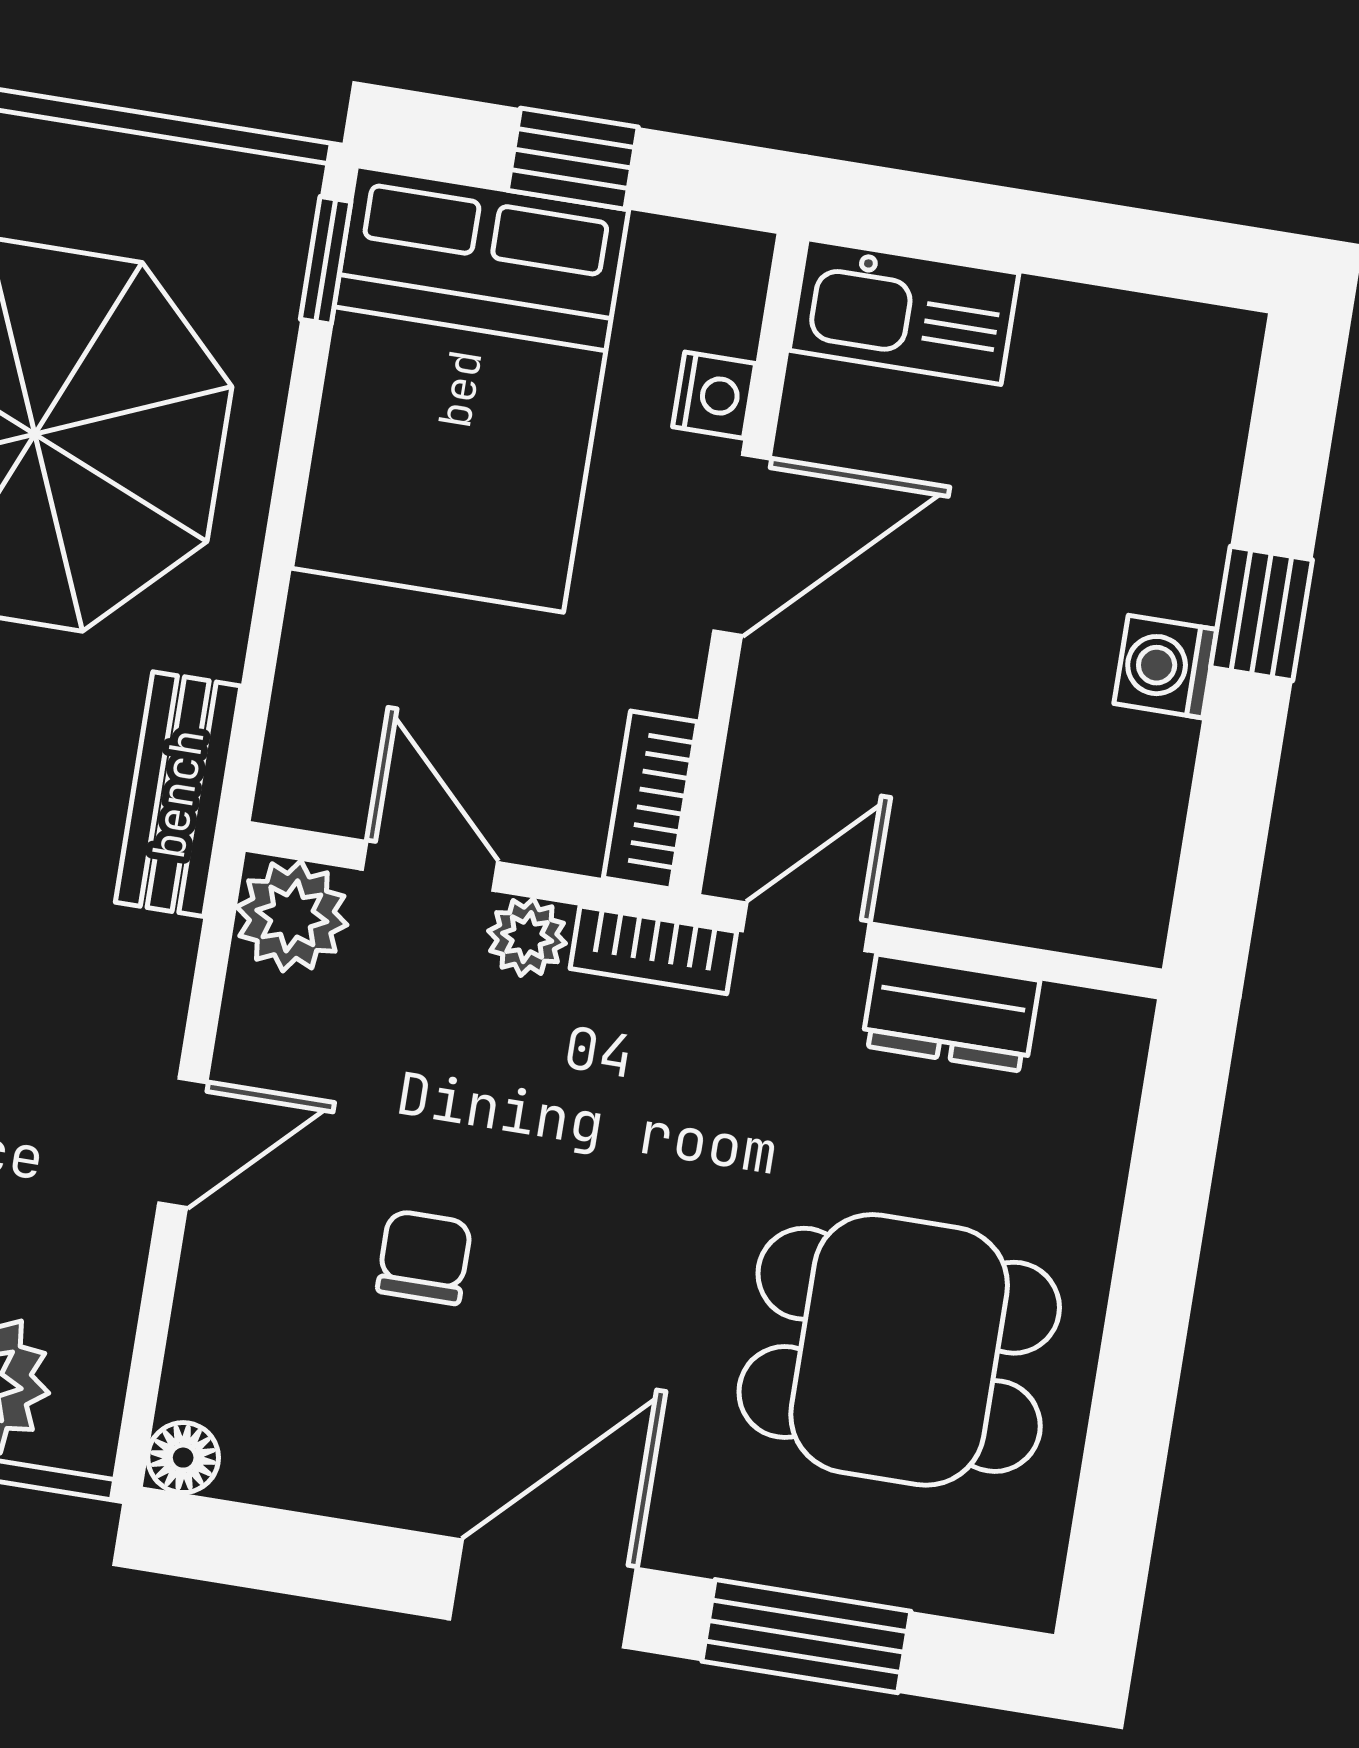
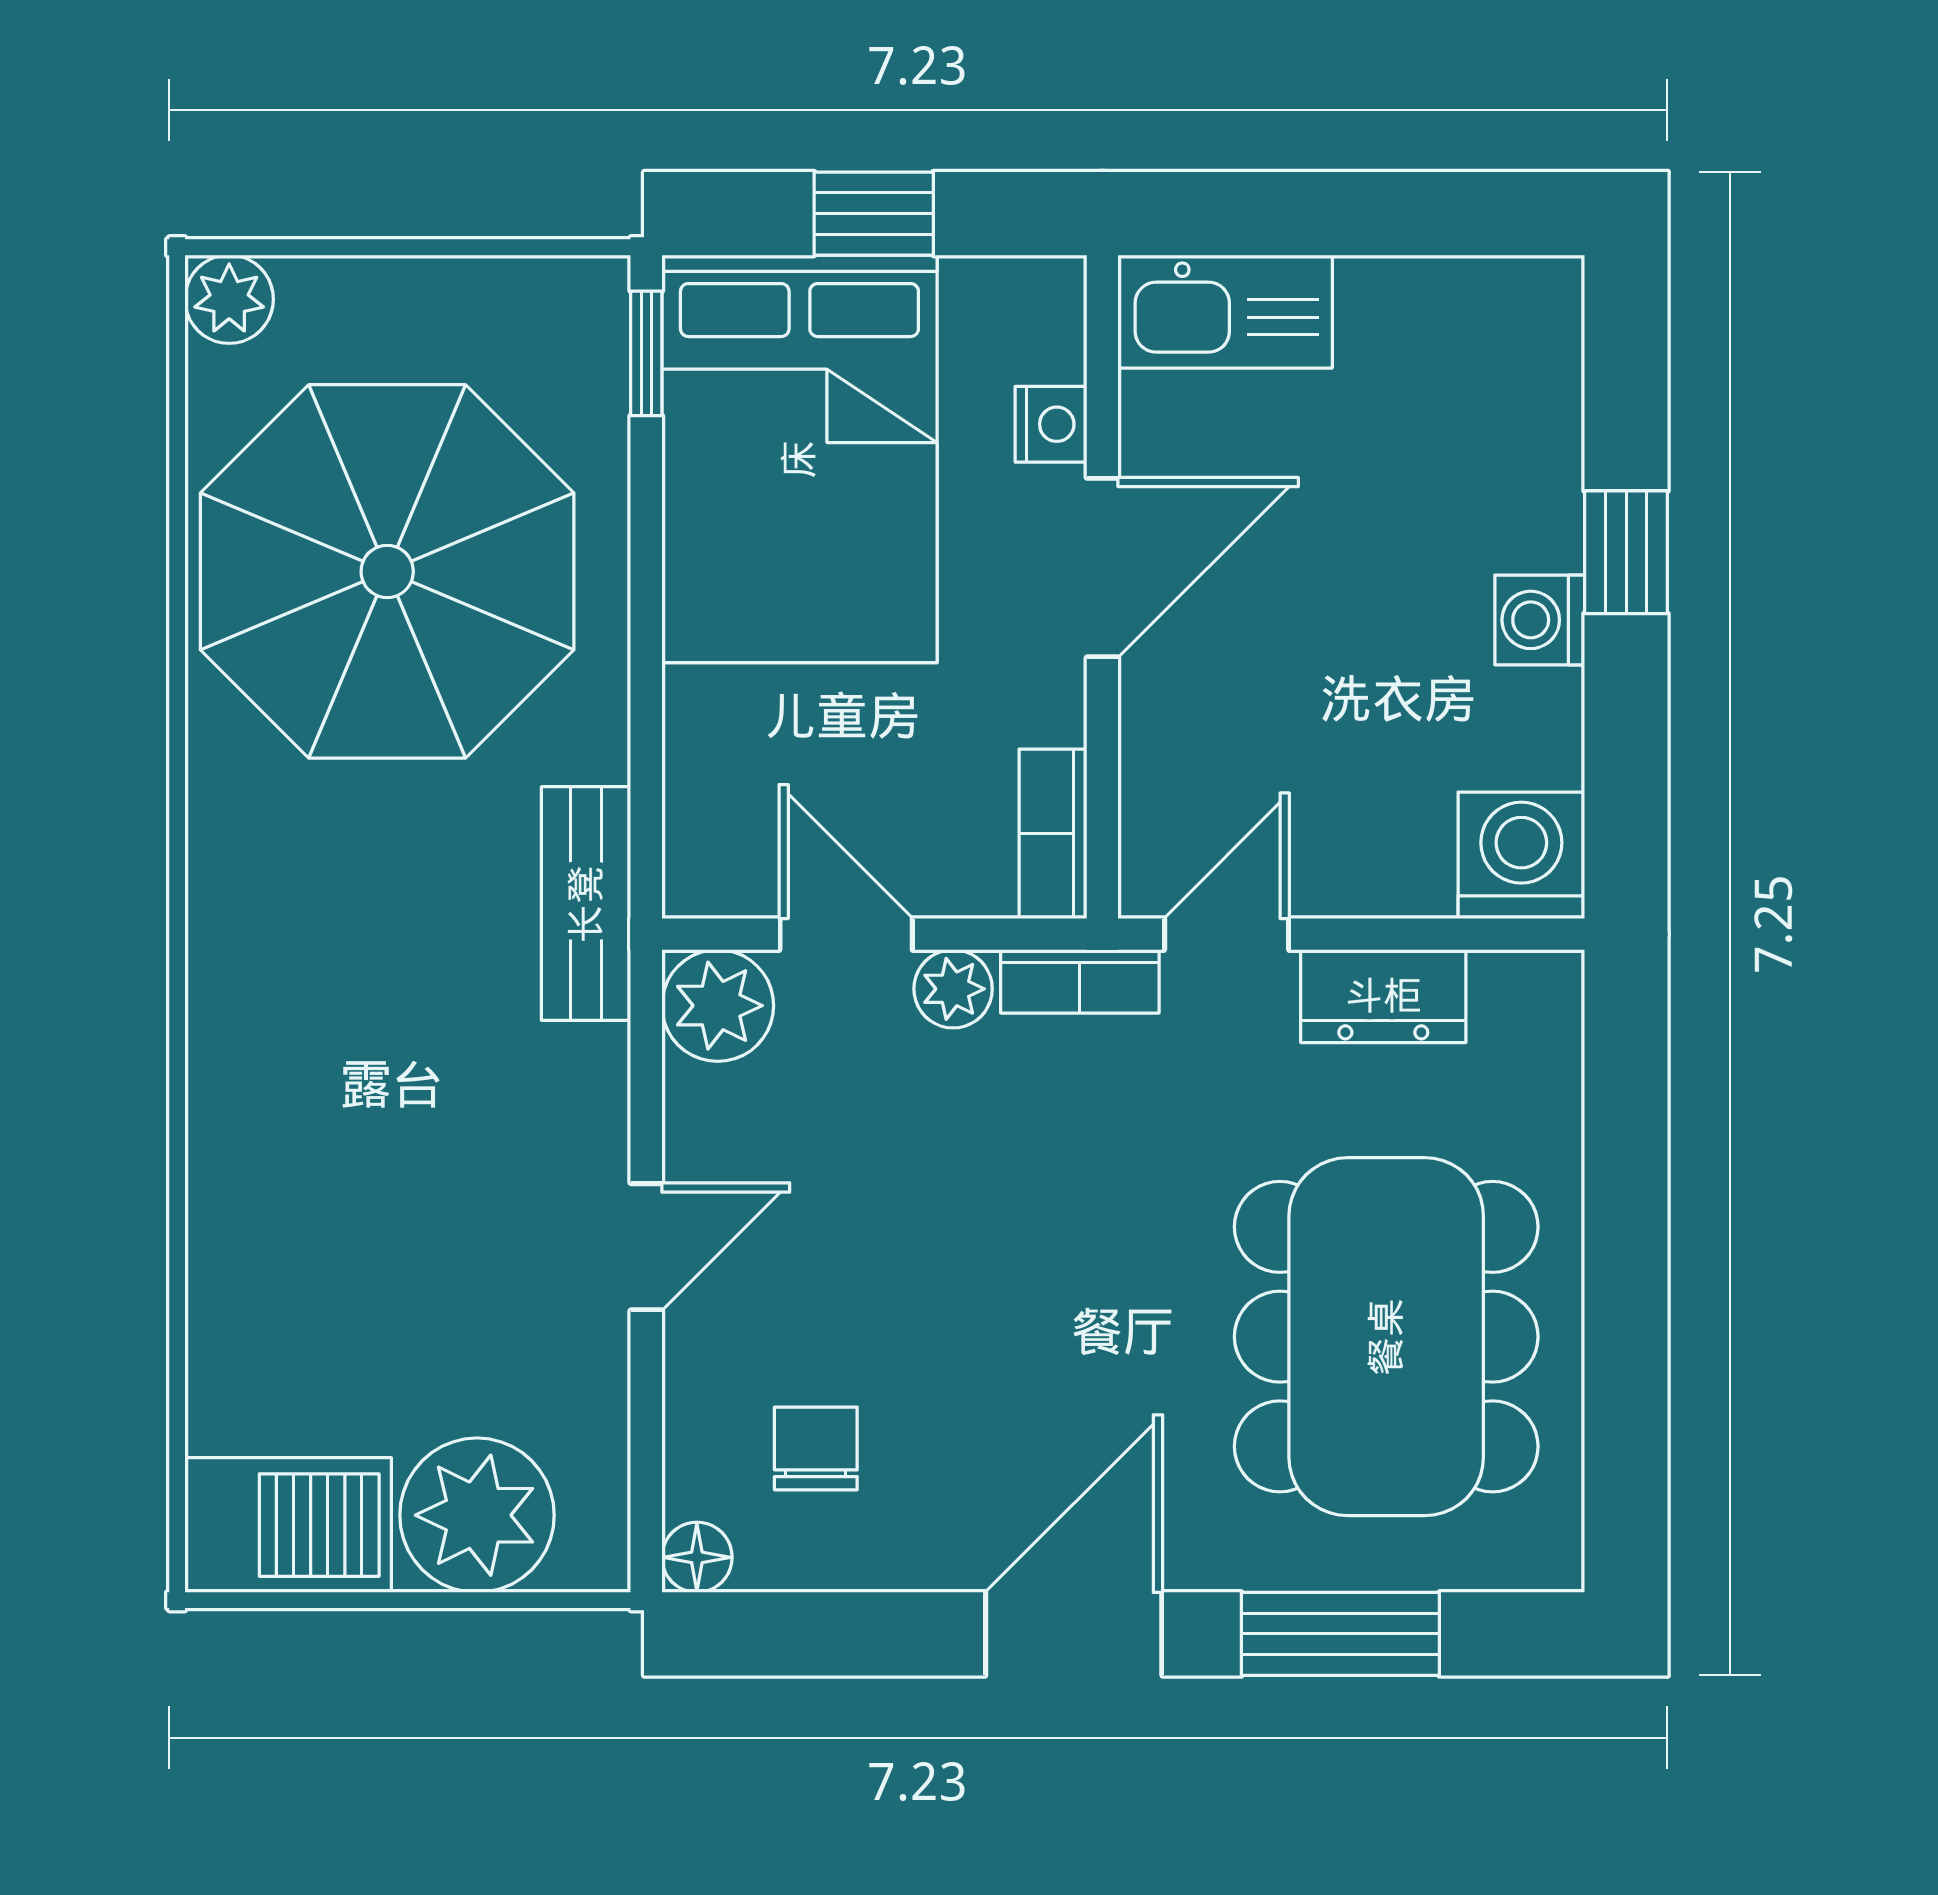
washing machine: (1110, 896) -> (1521, 855), added
chair: (424, 1257) -> (816, 1448), moved
dining table: (899, 1350) -> (1386, 1337), width x1.38

